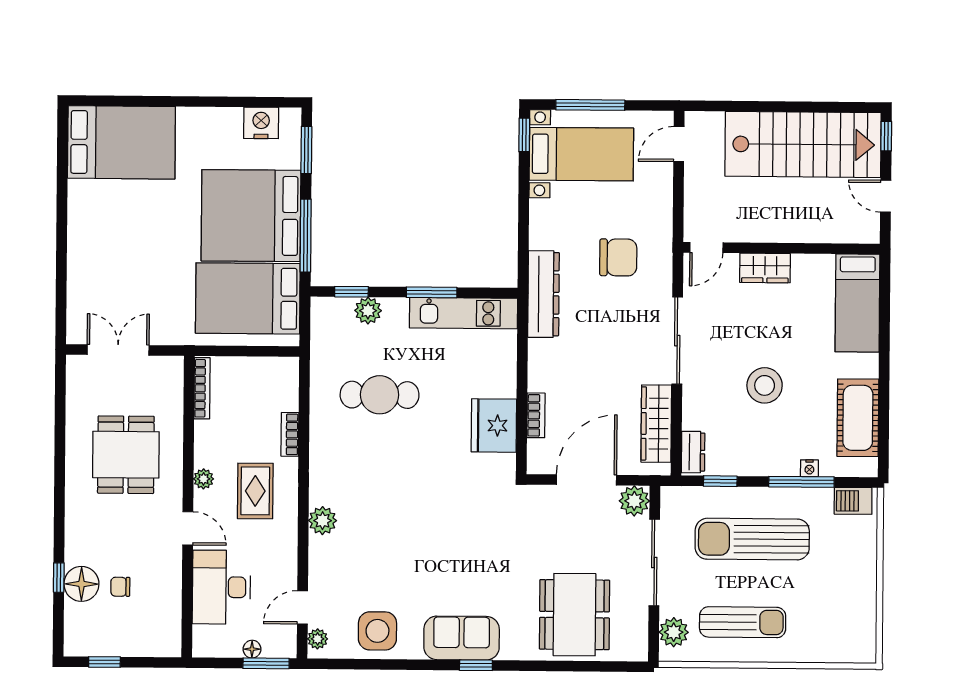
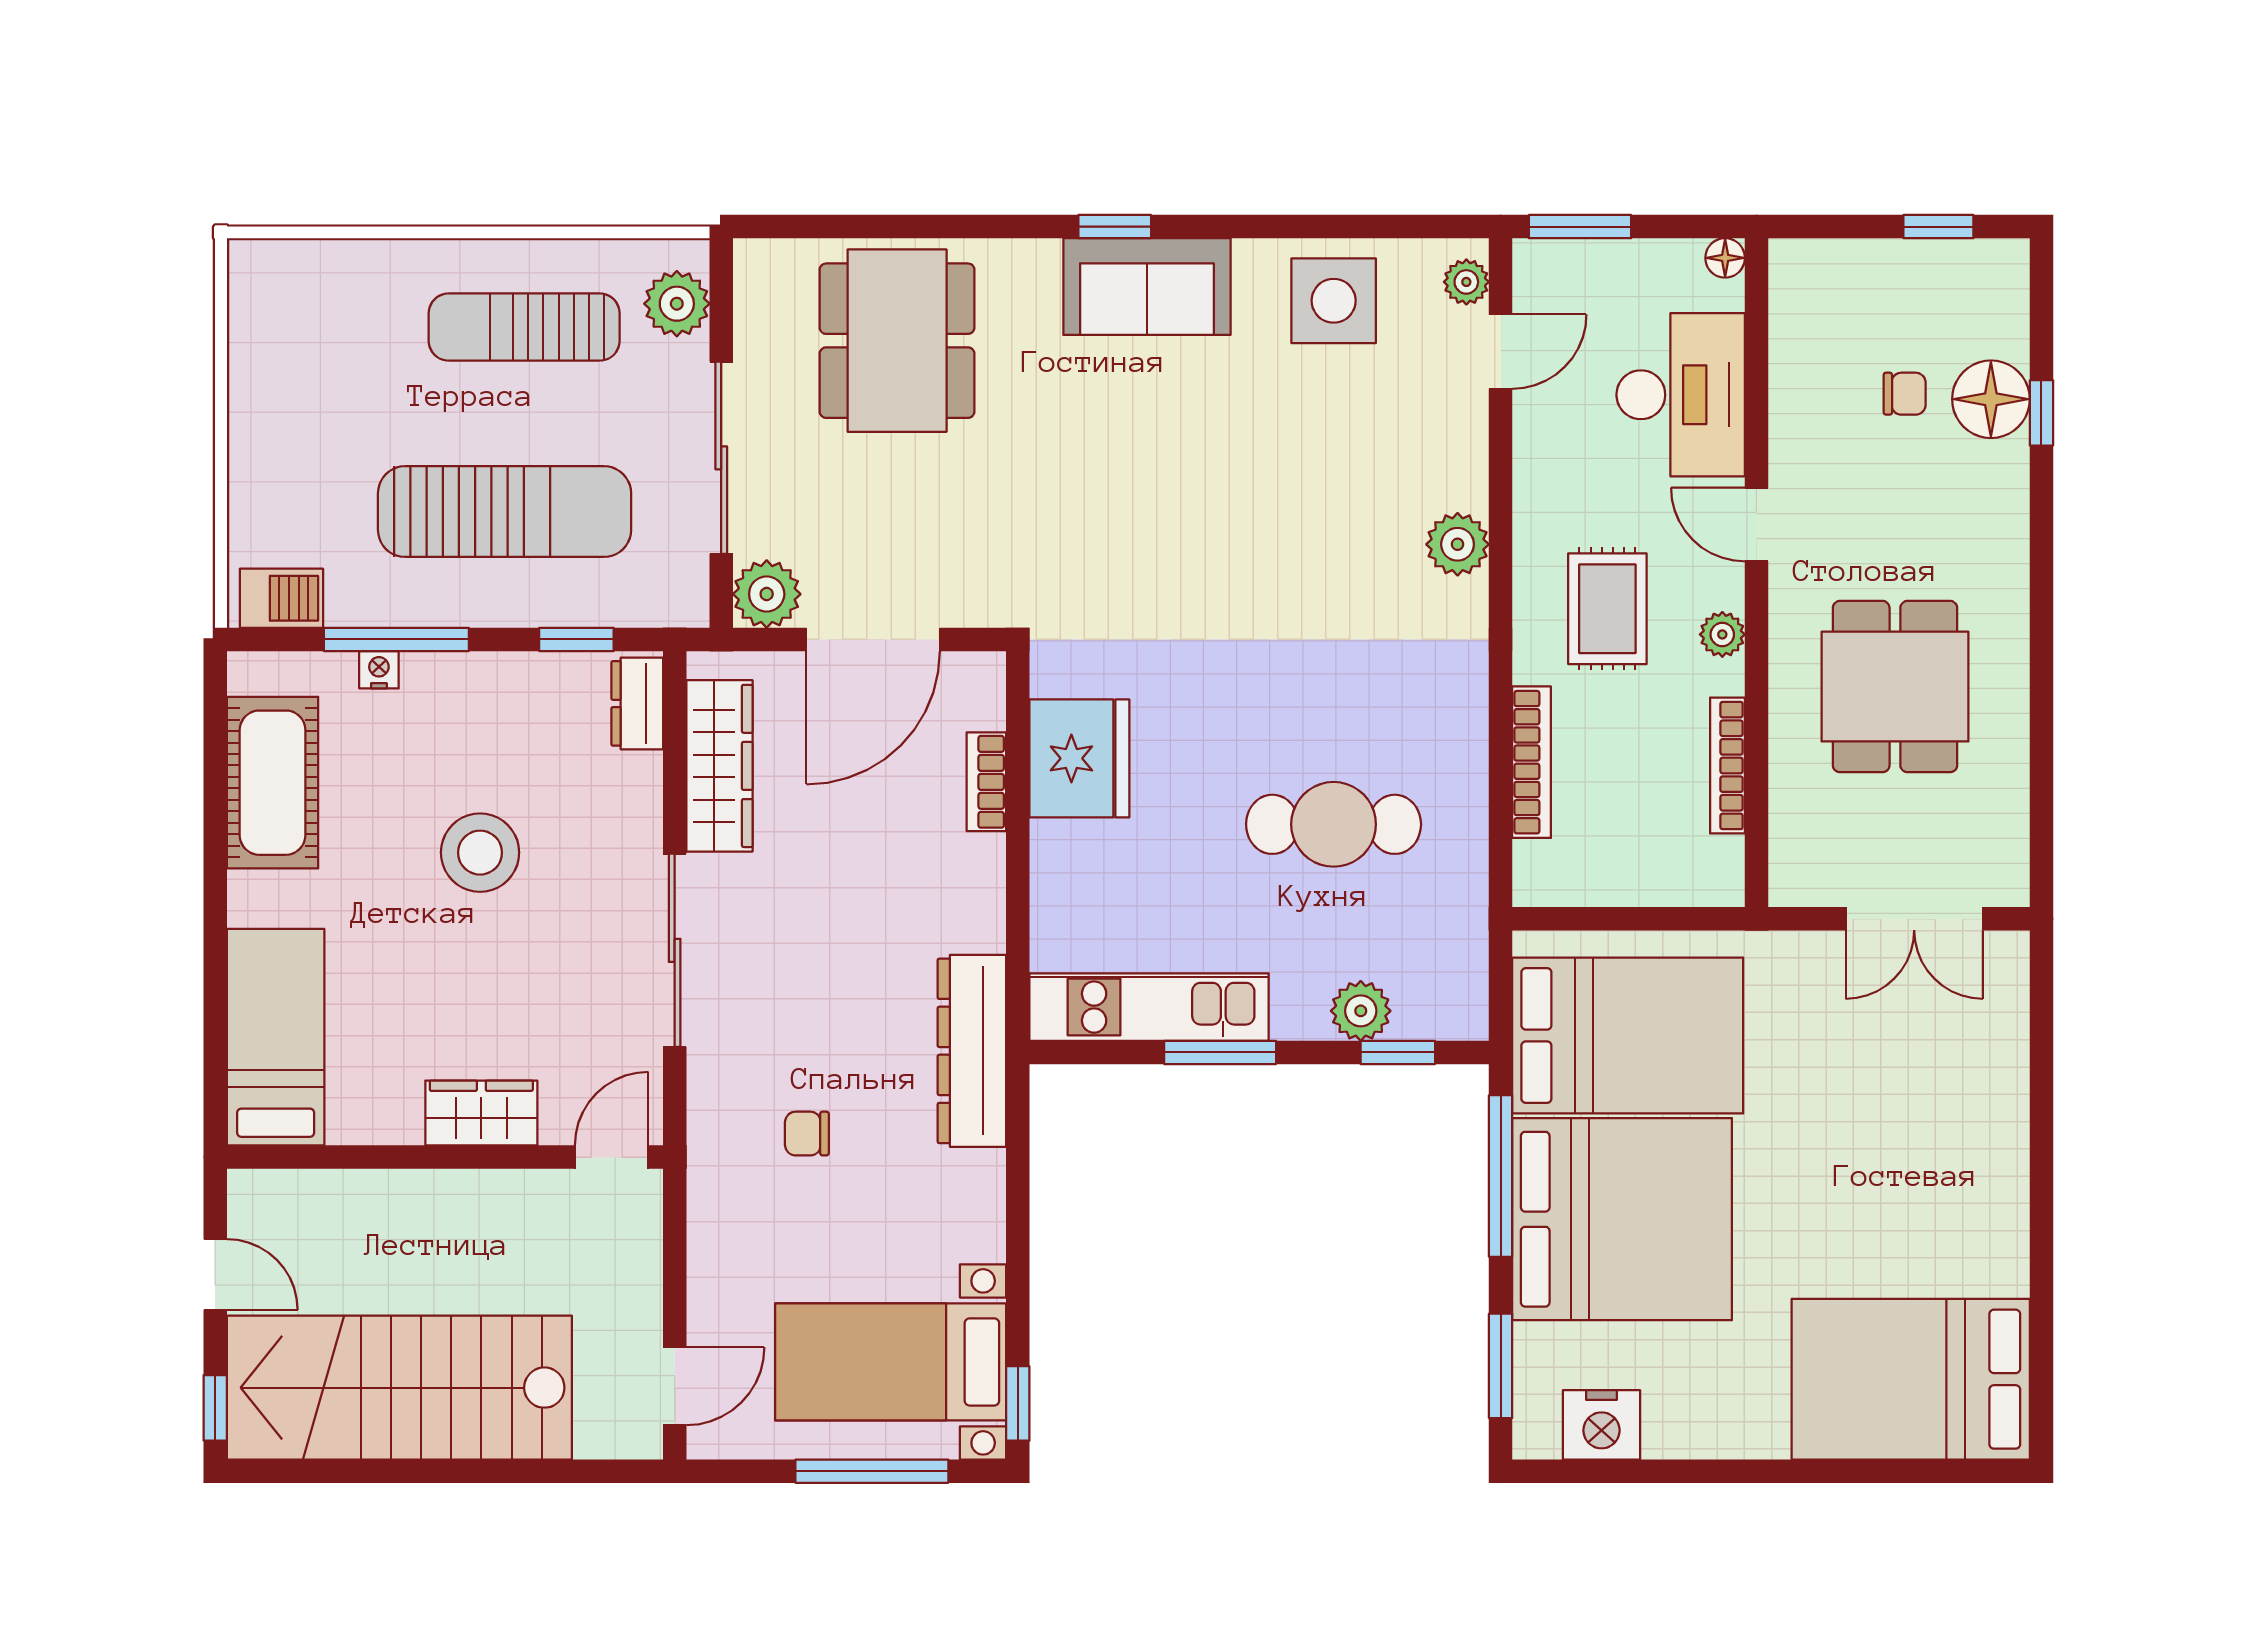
chair: (618, 257) -> (807, 1134), width x0.54, depth x0.54
bookcase: (202, 388) -> (1727, 766), moved
bookcase: (290, 434) -> (1532, 762), width x1.56
floor lamp: (252, 649) -> (1725, 258), moved

